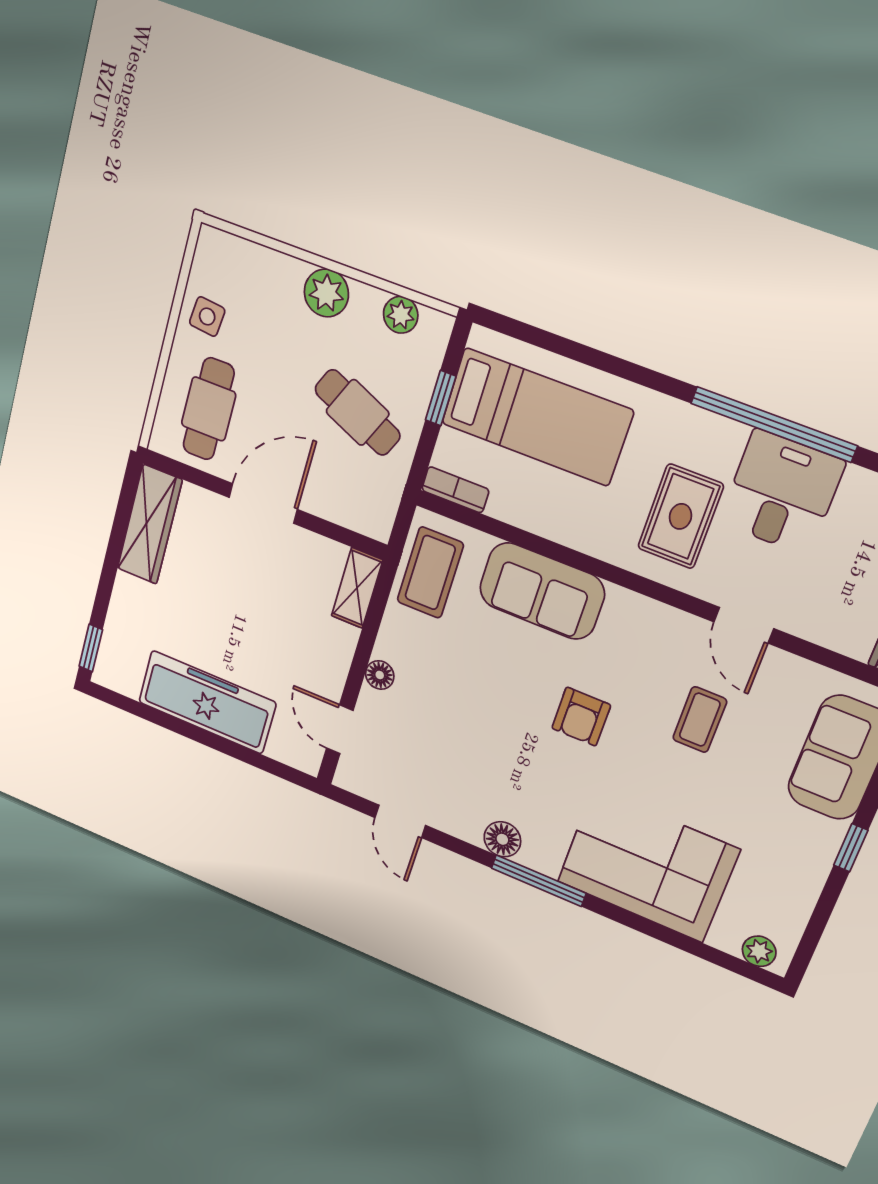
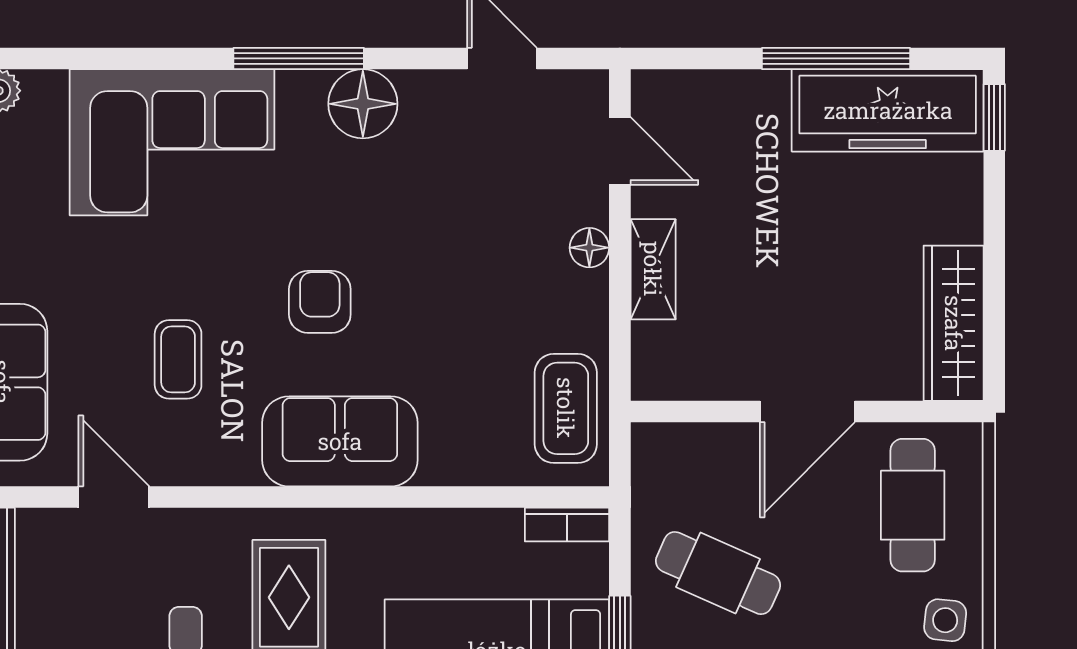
shelving: (357, 588) -> (653, 269), moved
sofa: (542, 591) -> (340, 441), moved
door: (744, 625) -> (114, 497), moved
freezer: (207, 702) -> (888, 110), moved
window: (182, 728) -> (836, 58), added
floor lamp: (502, 839) -> (363, 104), width x1.38, depth x1.38

